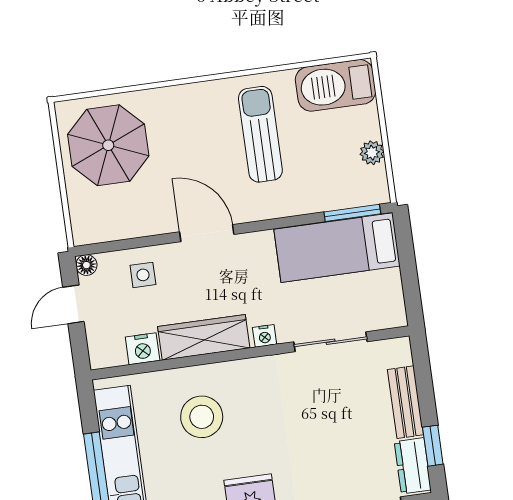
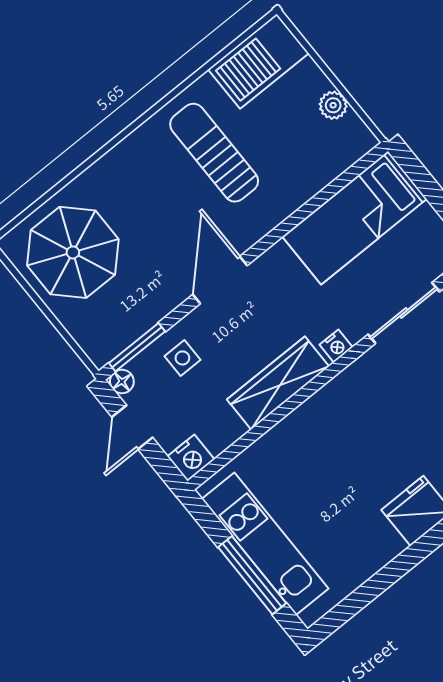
window: (352, 213) -> (137, 347), moved
door: (207, 233) -> (220, 280), hinge flipped
nightstand: (143, 349) -> (191, 458), moved
stool: (202, 417) -> (323, 461), removed

